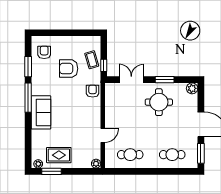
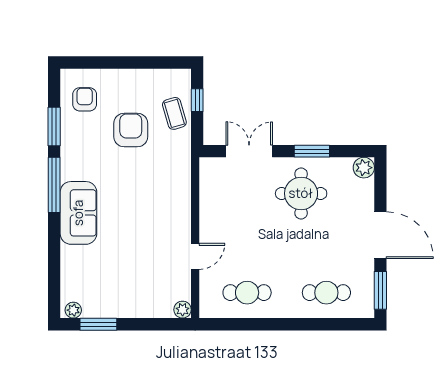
window: (104, 65) -> (197, 100), moved
armchair: (69, 69) -> (131, 130), turned 90
armchair: (93, 91) -> (176, 173), removed
rug: (59, 155) -> (112, 293), removed

